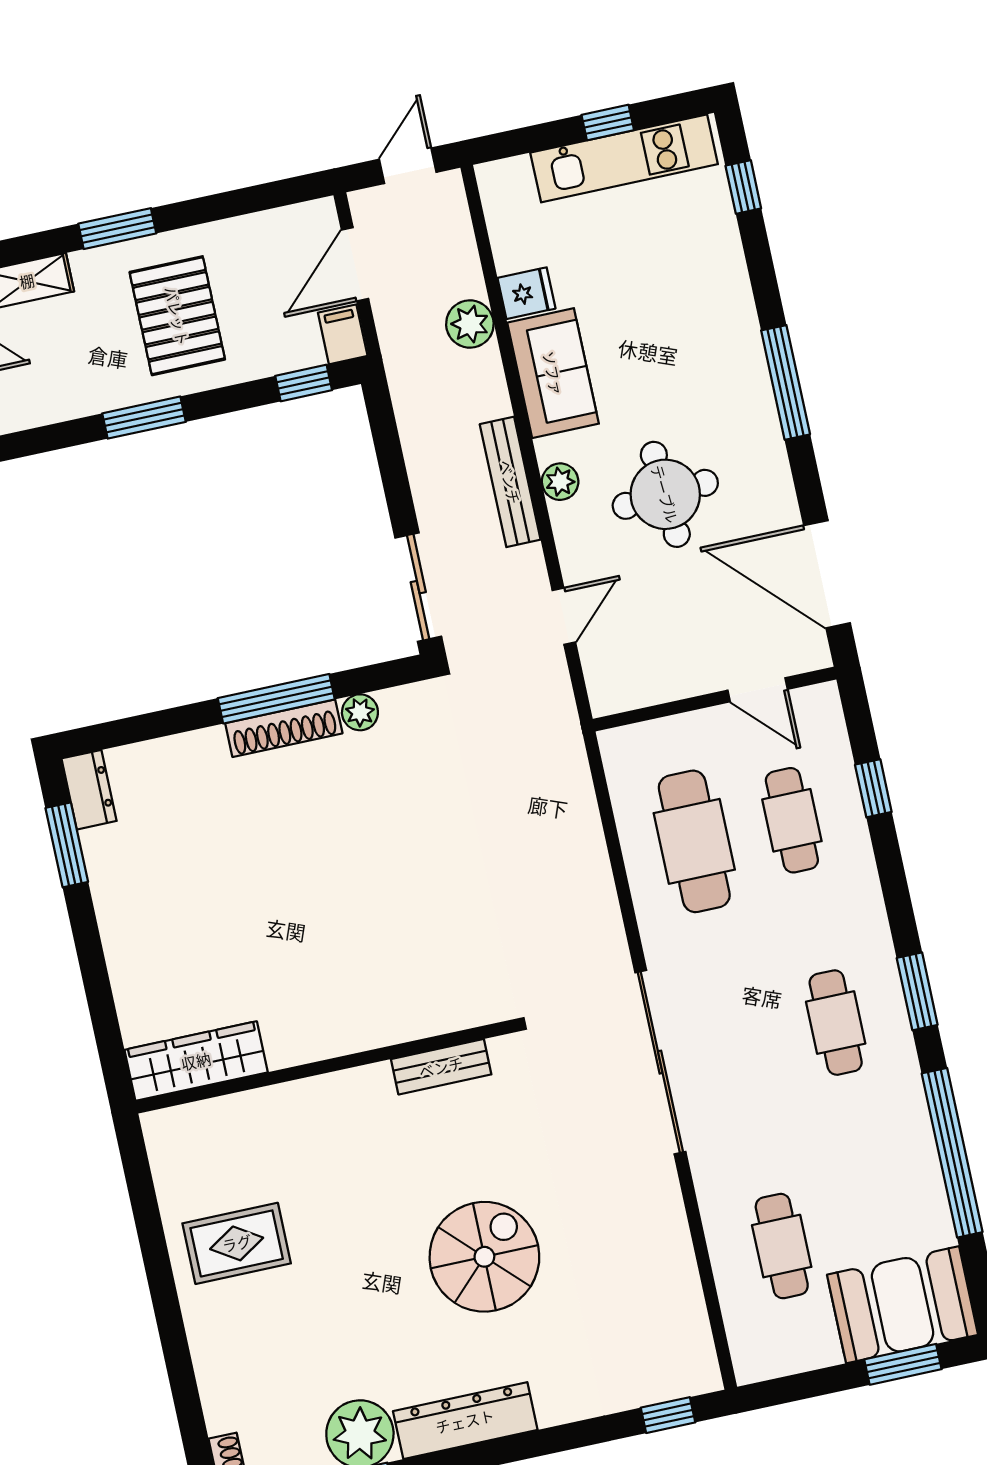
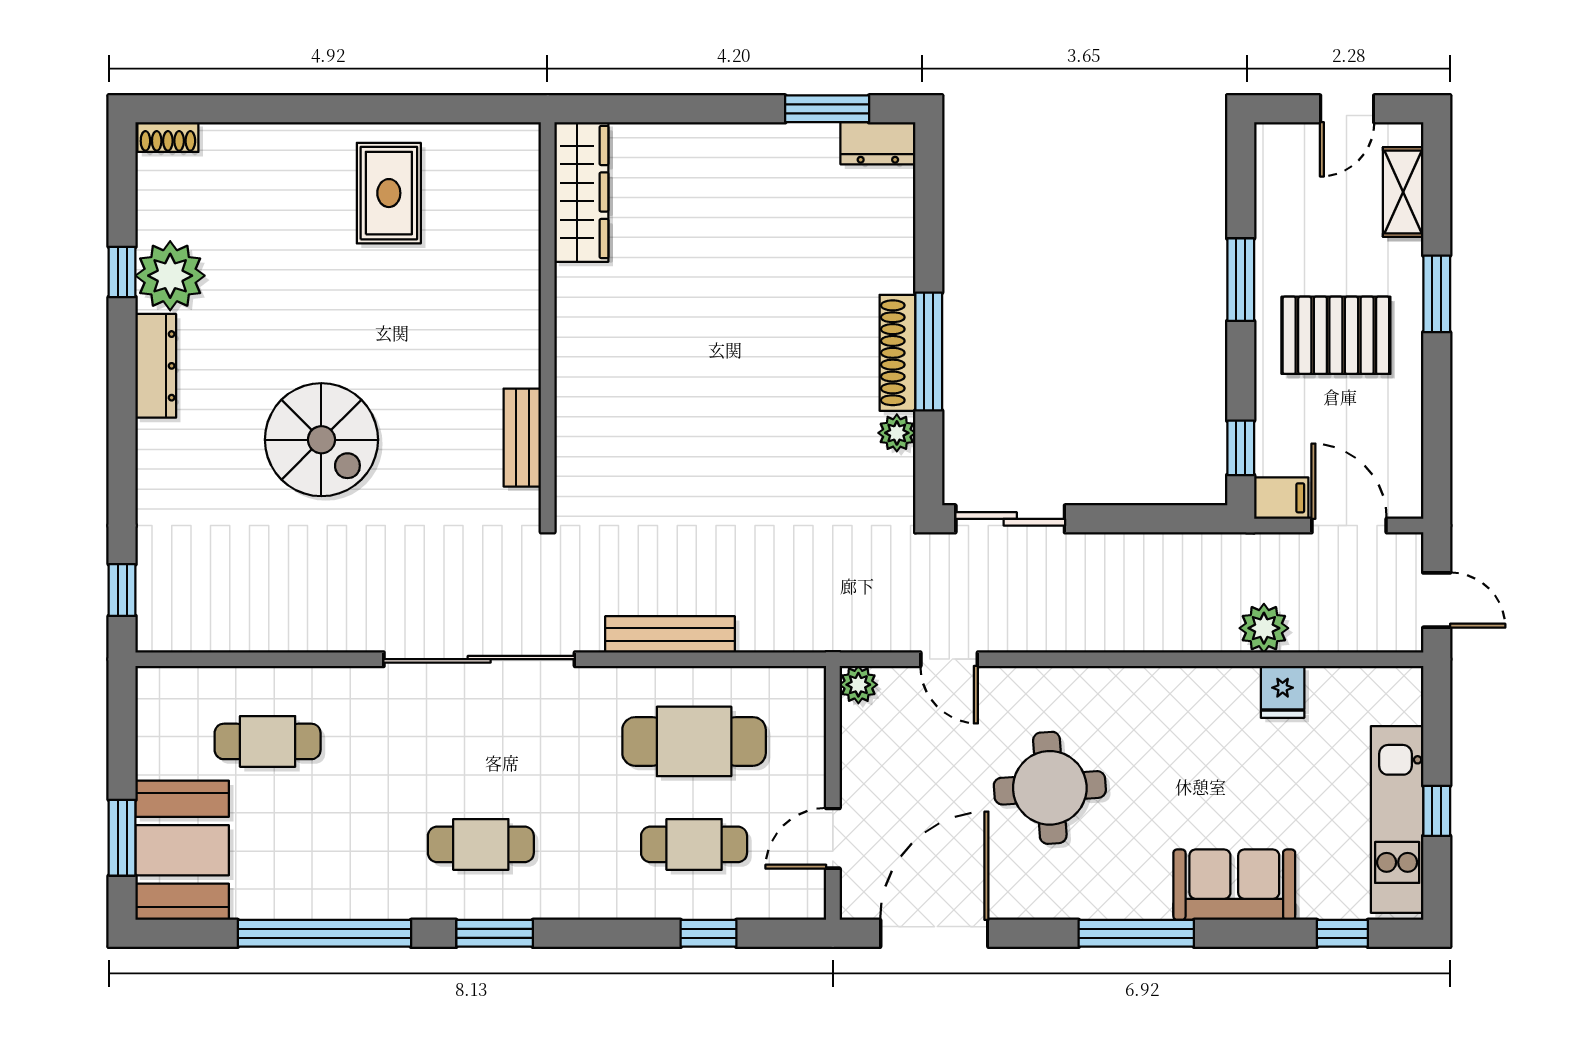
sofa: (553, 373) -> (1234, 885), moved, turned 180
bench: (510, 482) -> (670, 634), moved
plant: (560, 482) -> (858, 685), moved
dresser: (465, 1421) -> (156, 366), width x0.73, depth x0.80

